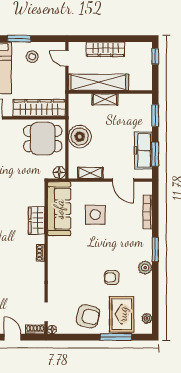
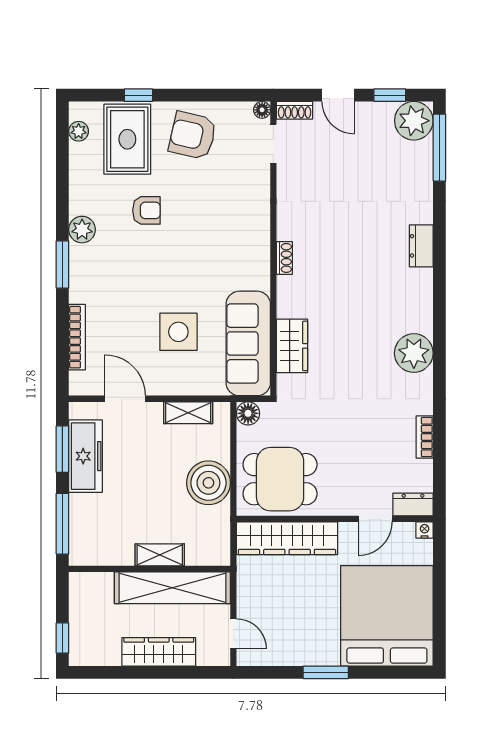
stool: (32, 57) -> (300, 638), removed
window: (155, 115) -> (62, 524), width x1.44
wardrobe: (37, 220) -> (292, 346), moved
window: (116, 337) -> (138, 95), width x0.46

